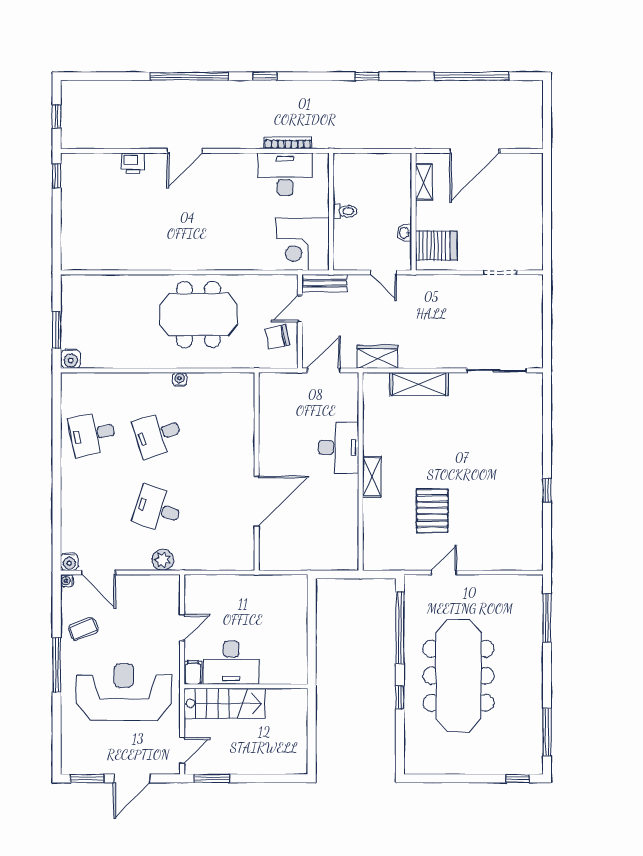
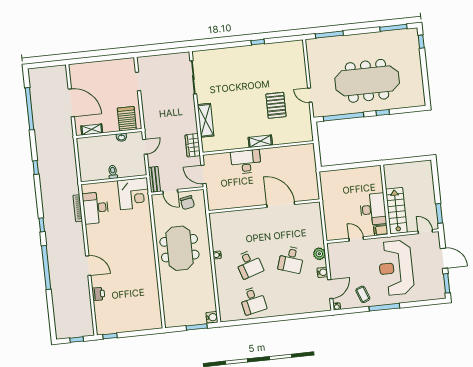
pallet: (432, 511) -> (276, 105), turned 90
water cooler: (69, 562) -> (322, 272), moved

